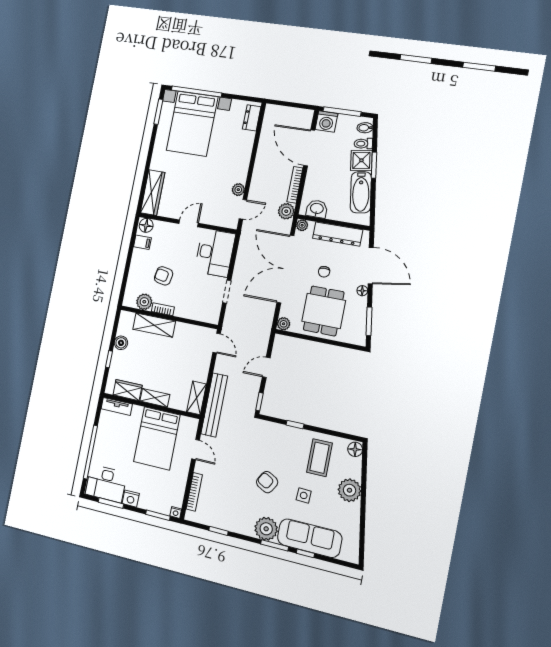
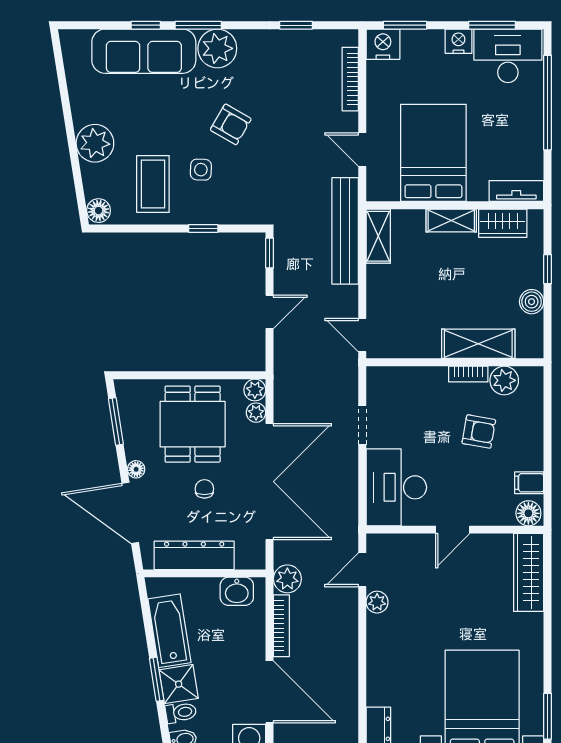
plant: (302, 225) -> (256, 413), moved
side table: (304, 495) -> (201, 170), moved
nightstand: (176, 512) -> (383, 44), width x1.89, depth x1.79

